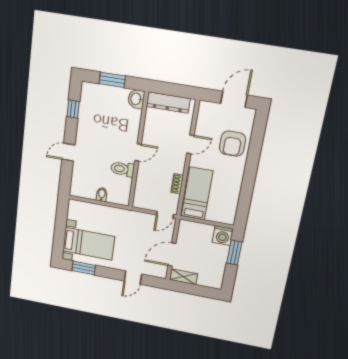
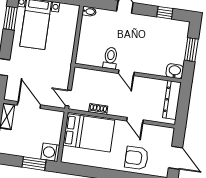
bidet: (102, 194) -> (89, 11), moved
bed: (197, 194) -> (89, 133), width x1.50

